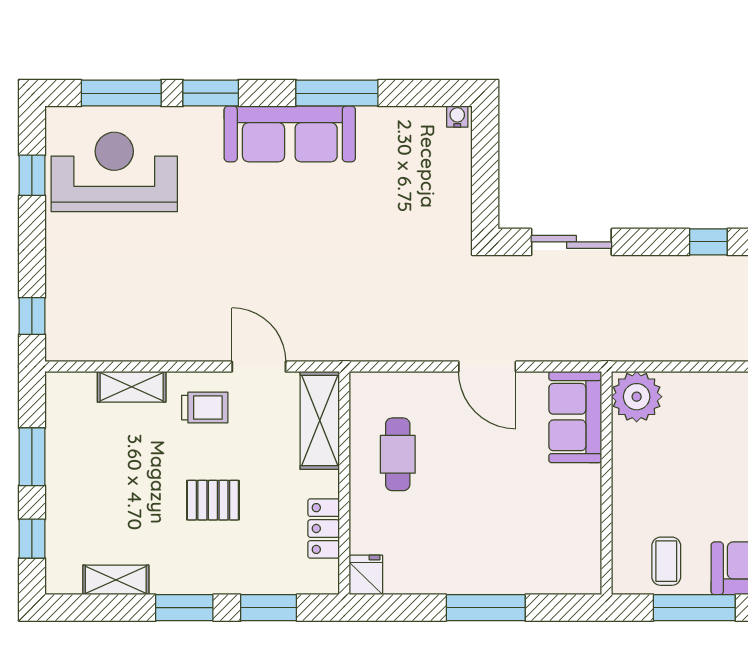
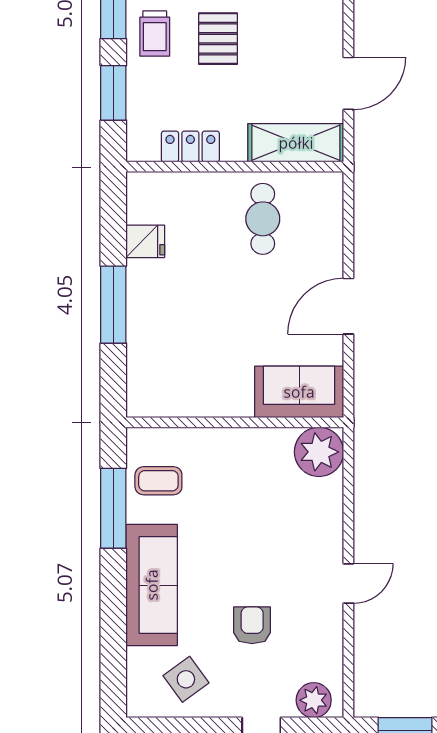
trolley: (205, 408) -> (155, 33), moved
cafe table: (398, 454) -> (263, 219), turned 90
fridge: (366, 575) -> (145, 241), moved

